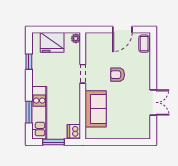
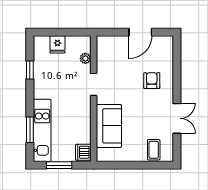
plant: (76, 38) -> (85, 58), moved
fridge: (52, 42) -> (57, 44), width x0.53, depth x0.75
coffee table: (144, 44) -> (154, 150), moved
armchair: (118, 75) -> (152, 81), moved, turned 90

